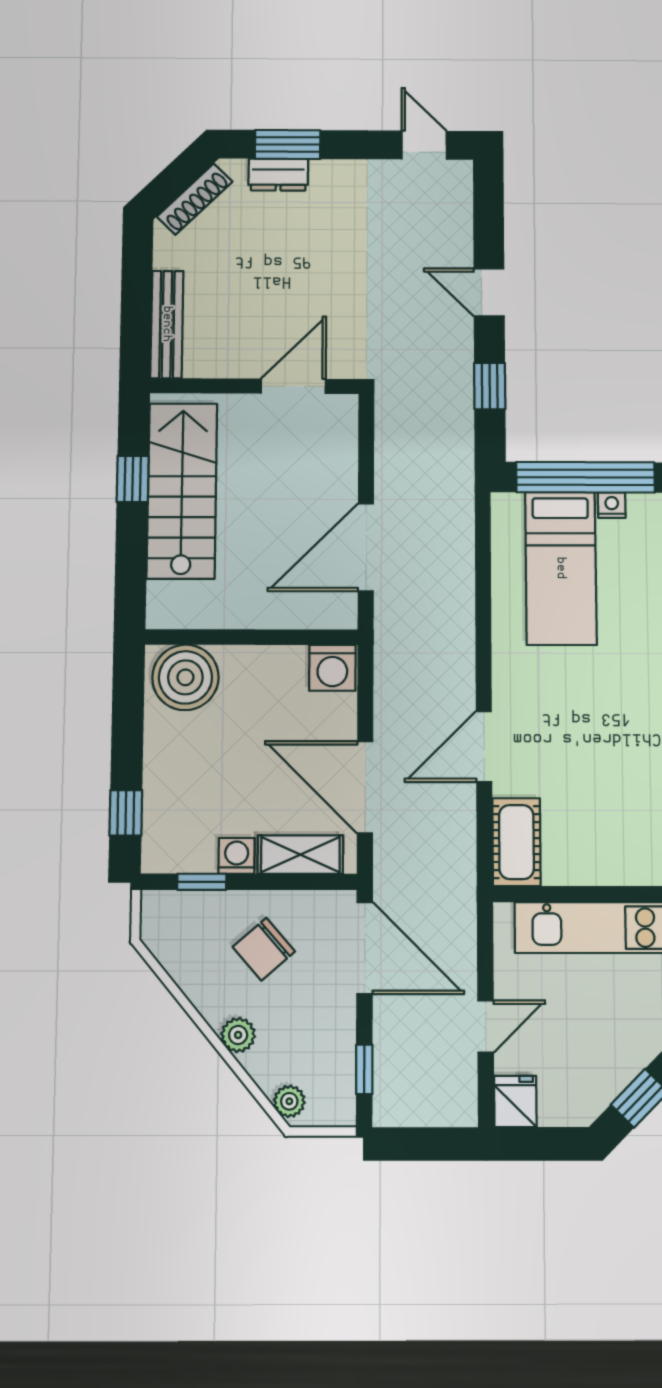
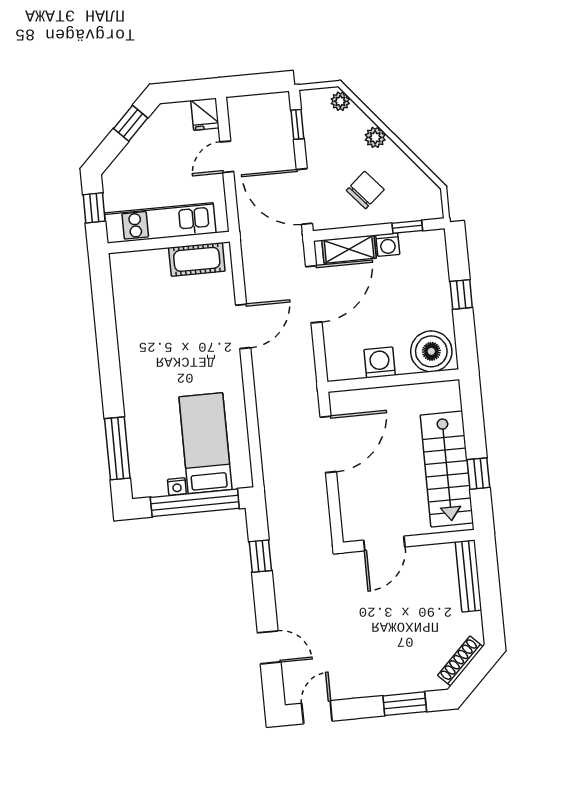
door: (424, 145) -> (317, 712), swing flipped
dresser: (278, 175) -> (409, 683), removed
door: (489, 292) -> (269, 647), moved
washing machine: (332, 668) -> (380, 362), moved
door: (365, 787) -> (314, 294), hinge flipped
window: (126, 813) -> (461, 294), moved
cot: (516, 842) -> (197, 259), moved, turned 90

